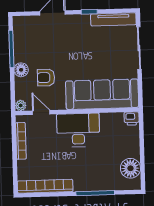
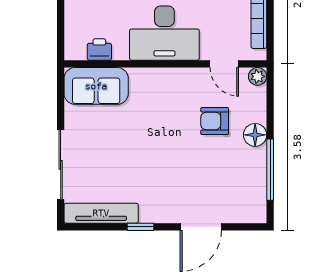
armchair: (46, 78) -> (215, 121), turned 180
sofa: (102, 94) -> (96, 86), width x0.54, depth x0.79
printer: (132, 119) -> (99, 50), moved

